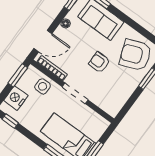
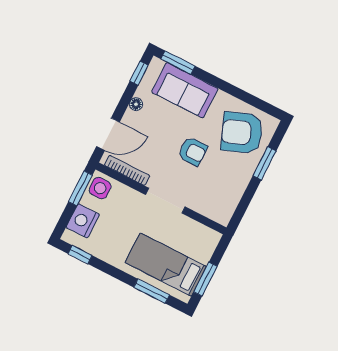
armchair: (99, 62) -> (193, 151), turned 180
side table: (43, 86) -> (100, 188), moved

